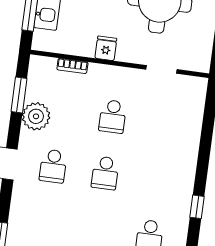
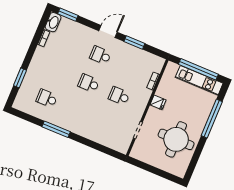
window: (19, 95) -> (134, 43), moved
plant: (36, 116) -> (131, 53), removed
window: (197, 207) -> (56, 129), width x2.17

